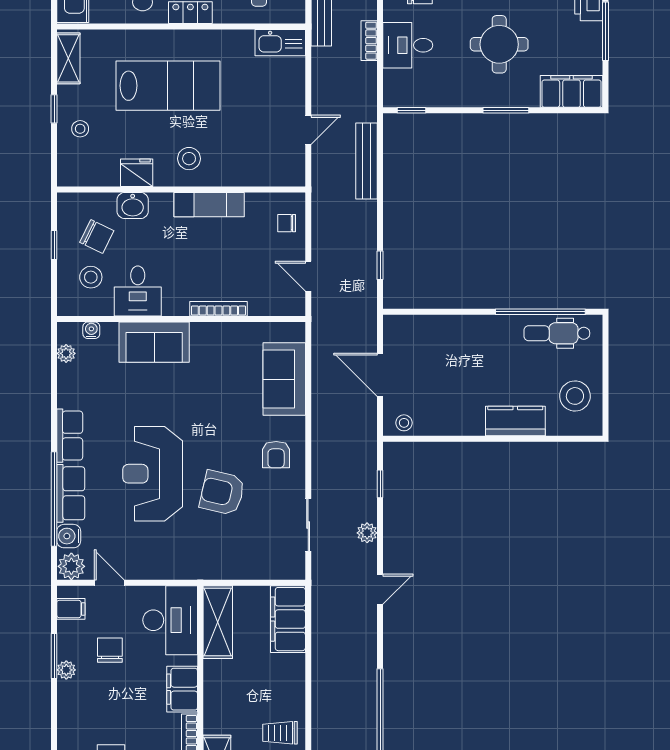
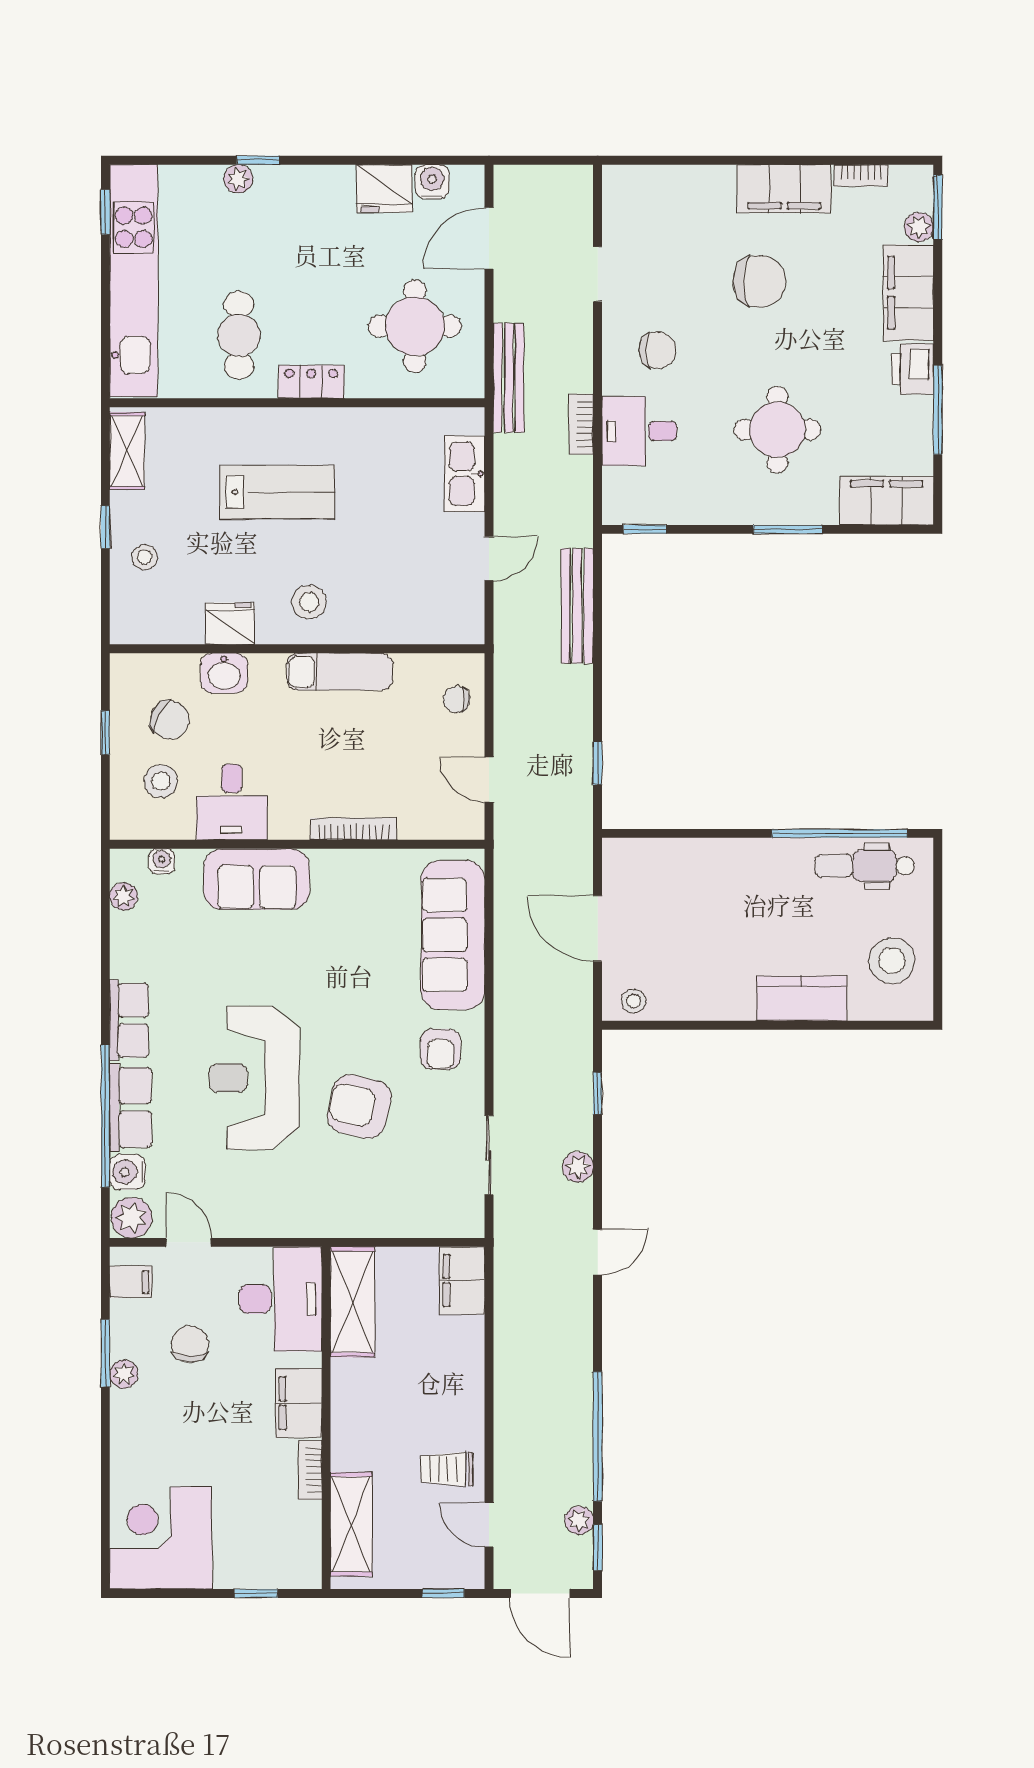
kitchen sink: (280, 43) -> (465, 474), moved, turned 90
lab bench: (168, 86) -> (277, 492), width x0.73, depth x0.72
sofa: (284, 379) -> (453, 935), width x1.36
filing cabinet: (288, 619) -> (462, 1280), width x0.67, depth x0.86

